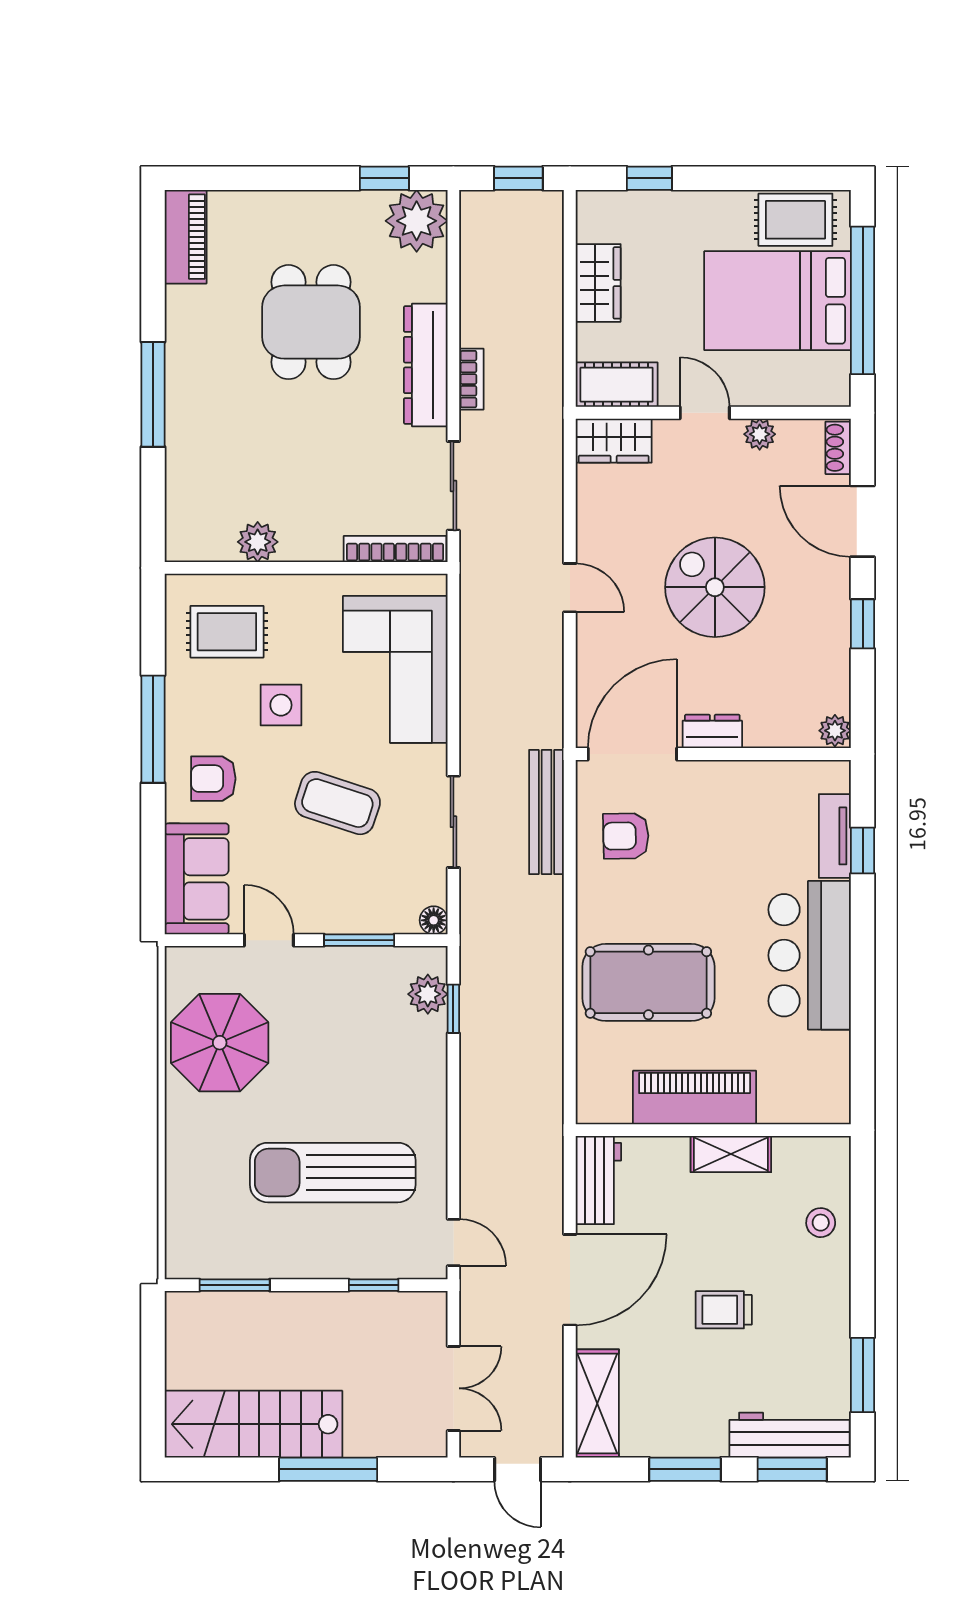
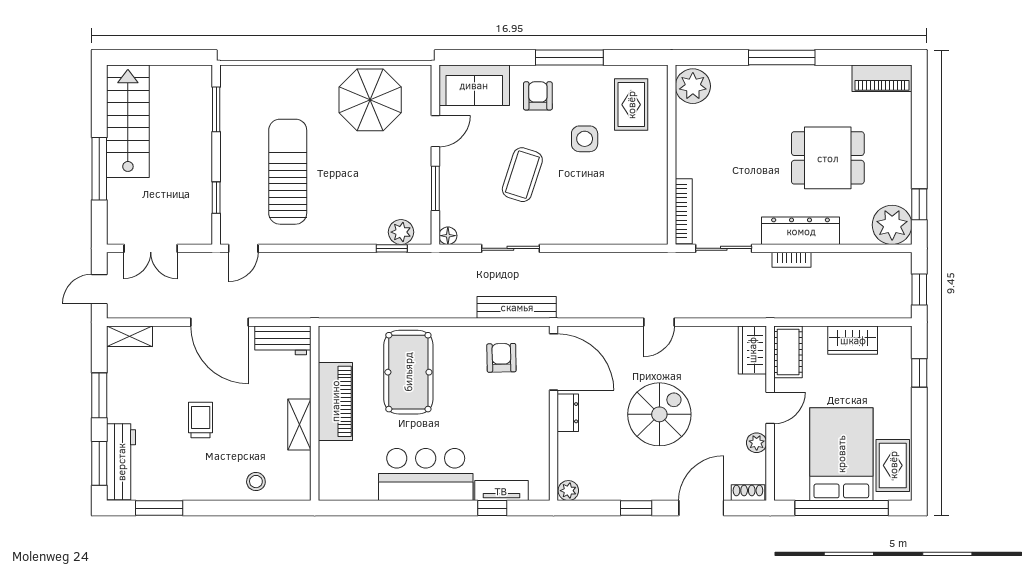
plant: (258, 542) -> (693, 86), moved, width x1.36, depth x1.36
corner sofa: (395, 669) -> (607, 211), removed
shelving: (597, 1404) -> (130, 336), width x0.67, depth x0.75

